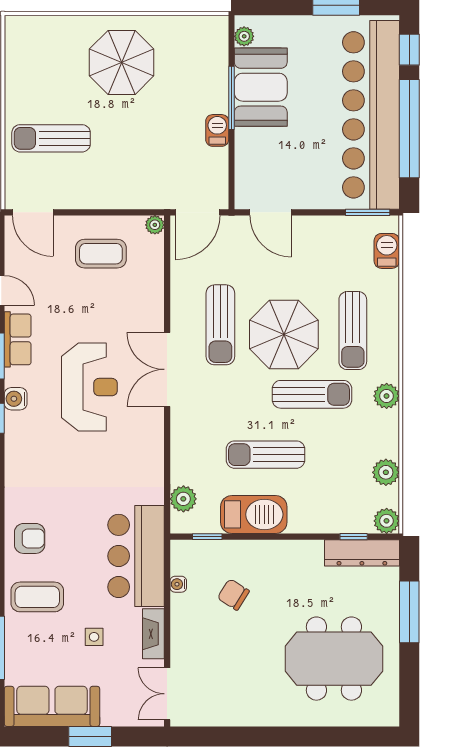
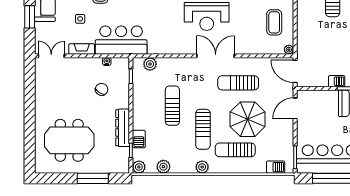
parasol: (284, 334) -> (248, 119), moved
barbecue: (254, 514) -> (139, 139), moved, width x0.53, depth x0.65
dresser: (362, 553) -> (123, 128), moved
meeting table: (334, 659) -> (69, 140), turned 90

